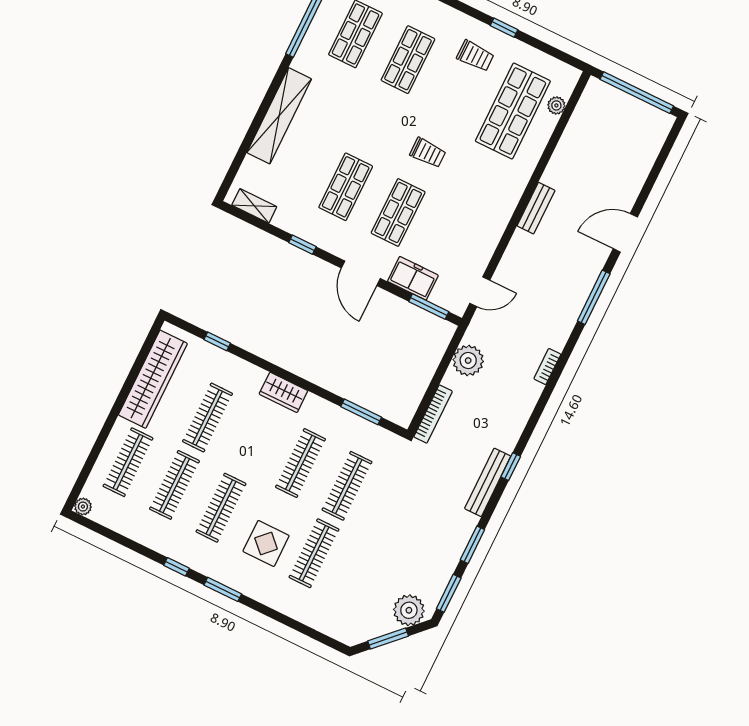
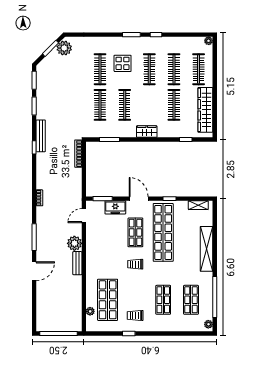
shop shelf: (346, 187) -> (163, 232), width x2.00, depth x1.36
plant: (468, 361) -> (74, 243), moved
plant: (409, 610) -> (64, 48), moved

